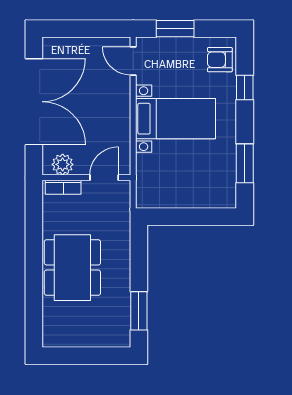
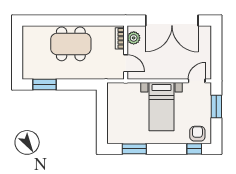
window: (245, 87) -> (194, 149), moved

